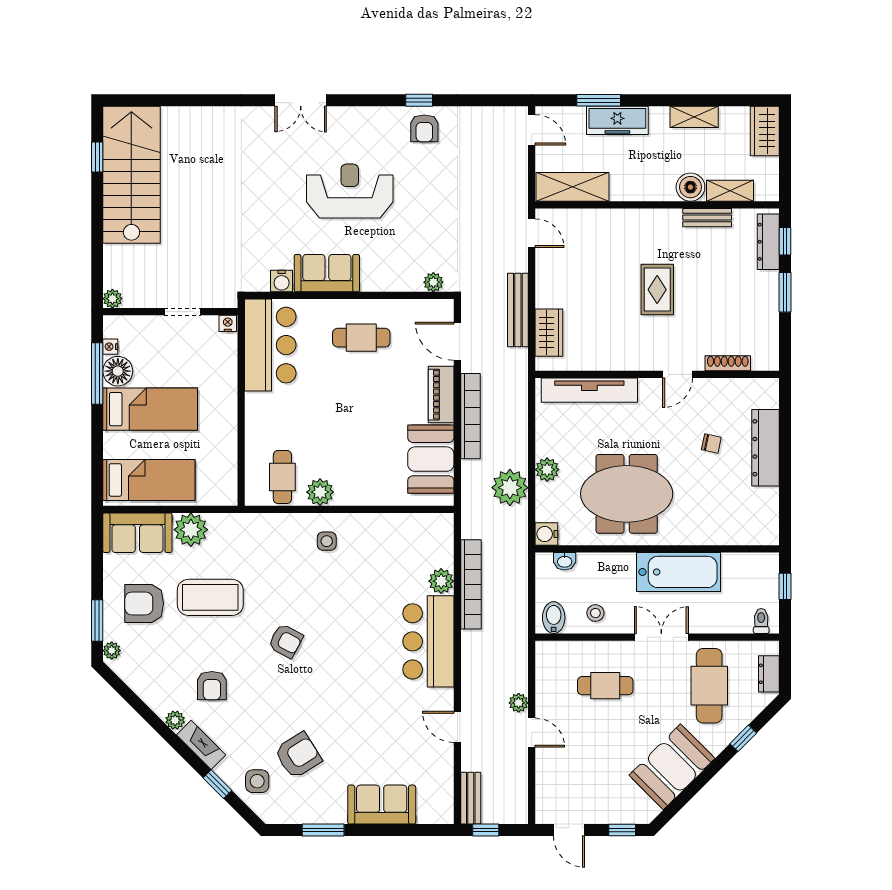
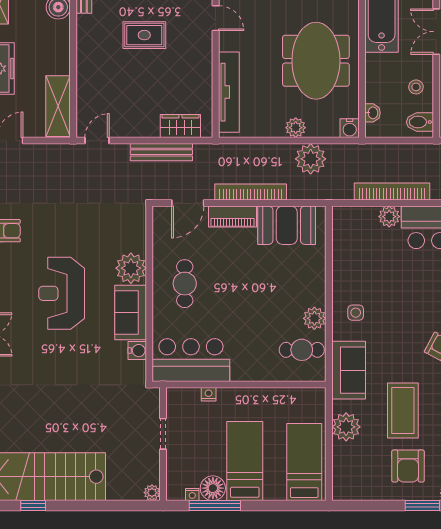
plant: (433, 282) -> (131, 268), moved, width x1.88, depth x1.88
nightstand: (228, 323) -> (209, 394), moved, turned 90
sofa: (137, 533) -> (349, 370), moved

